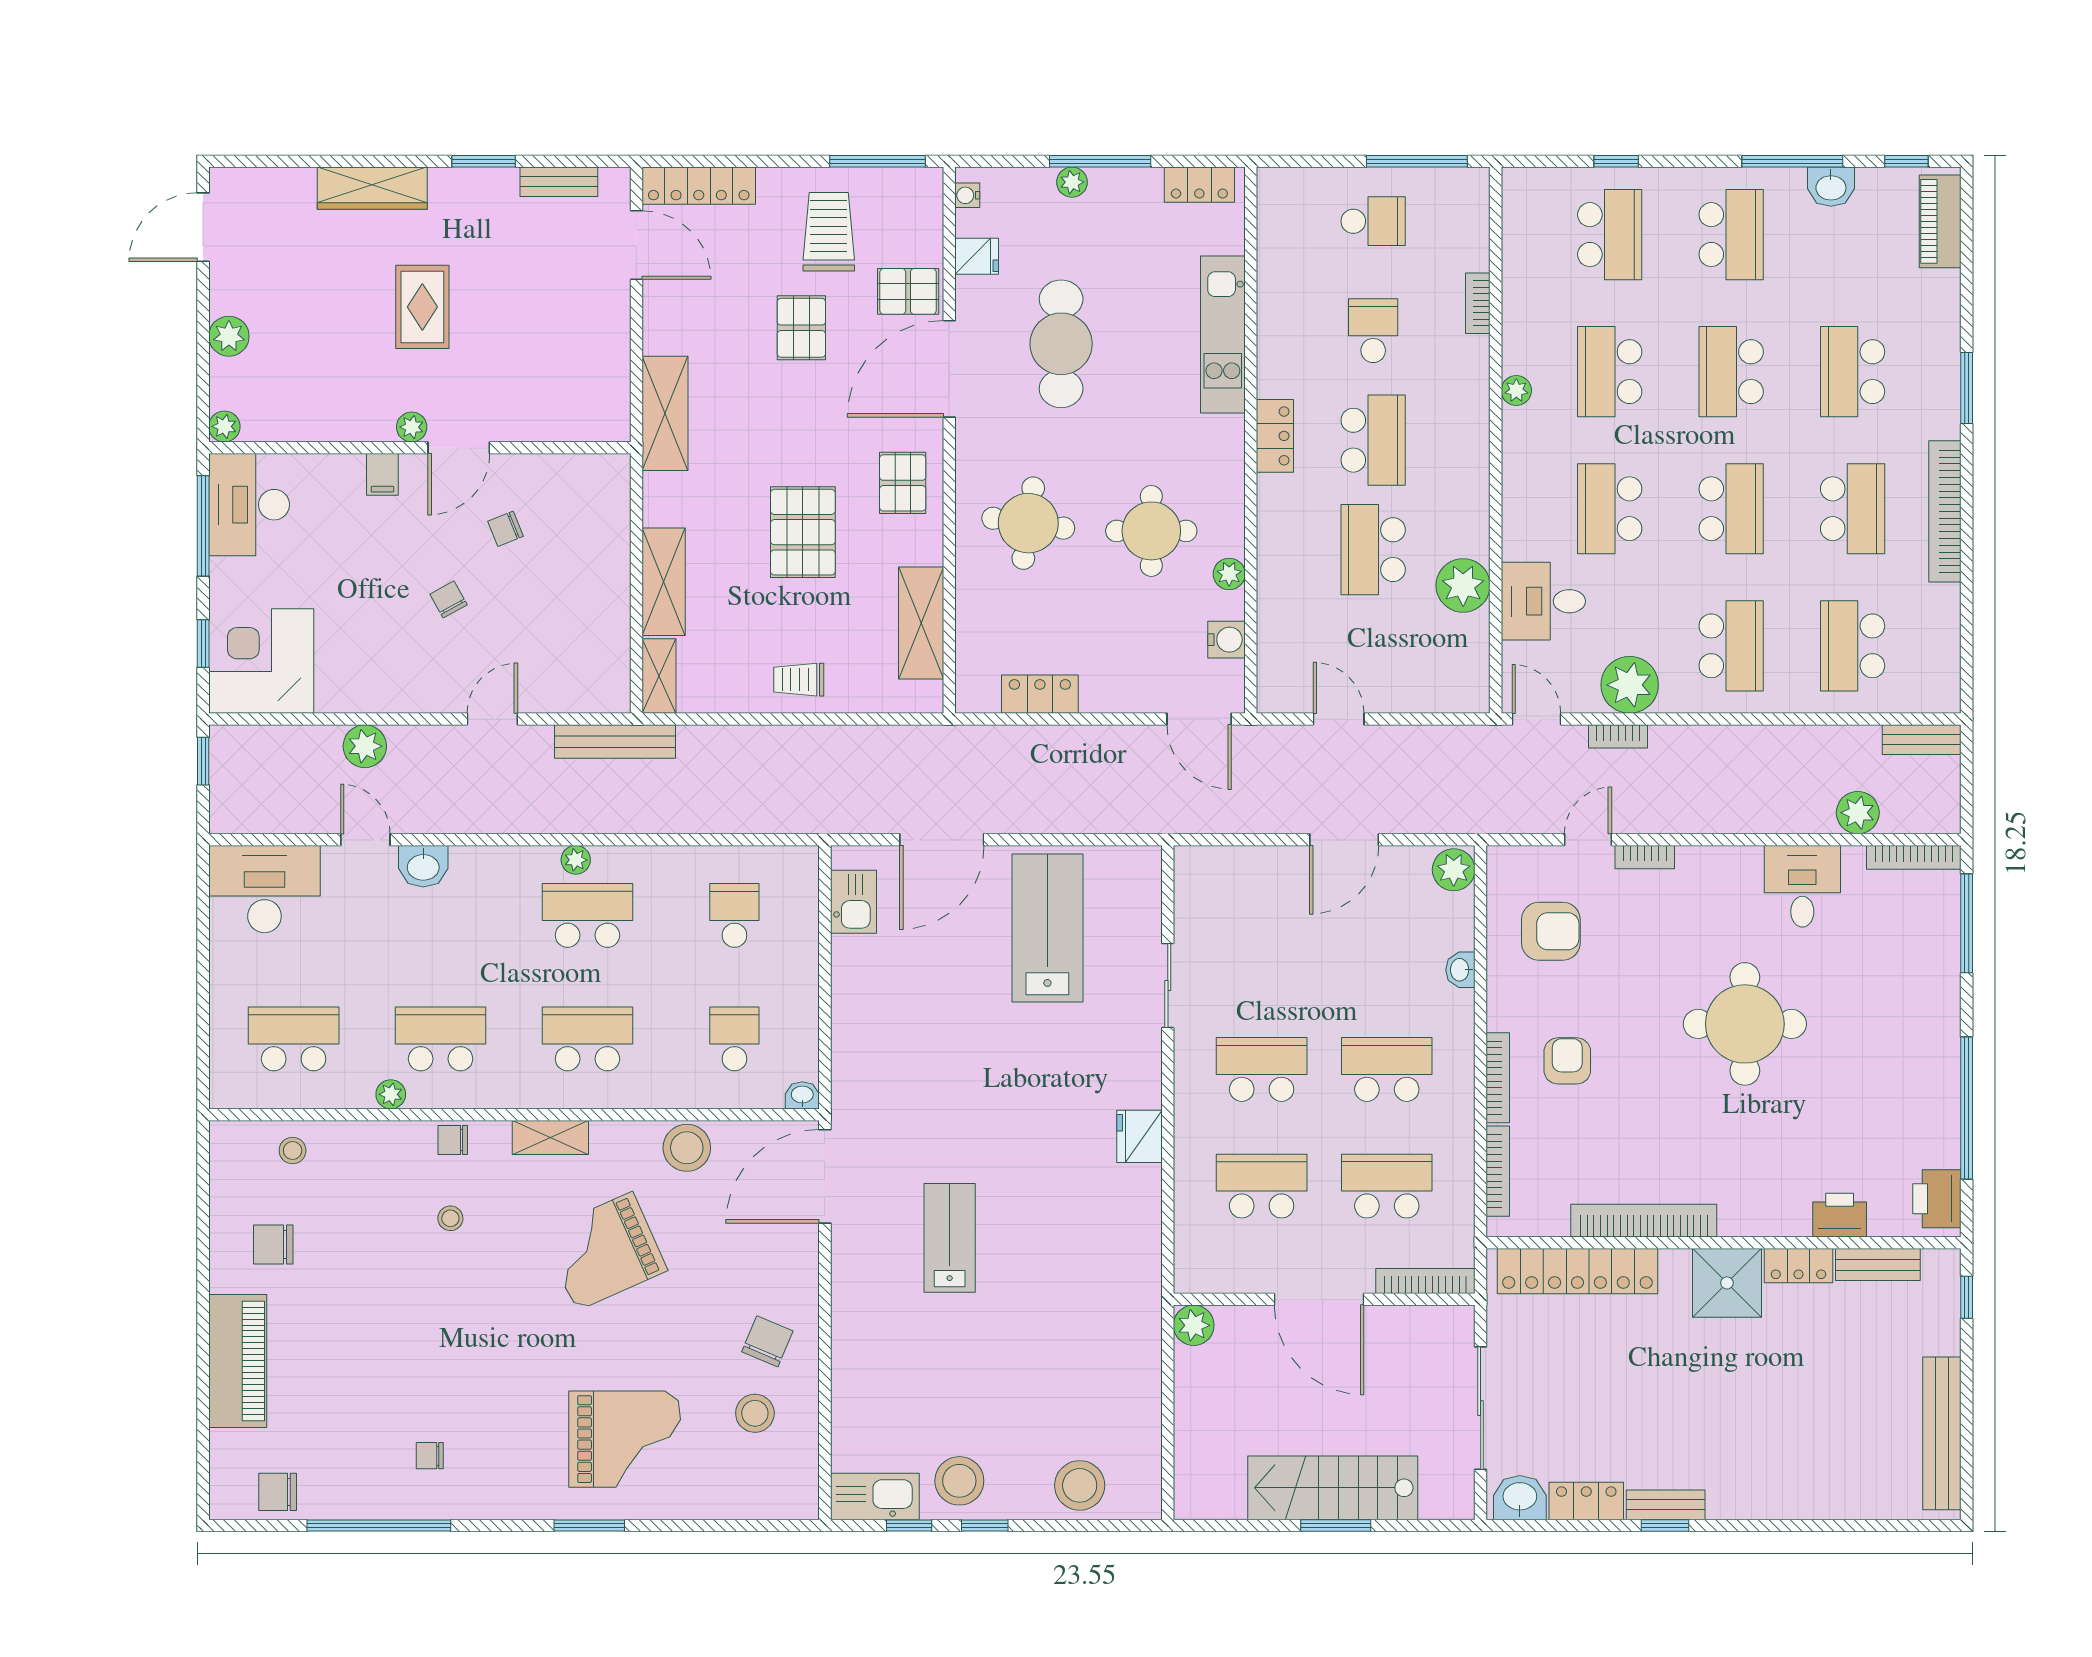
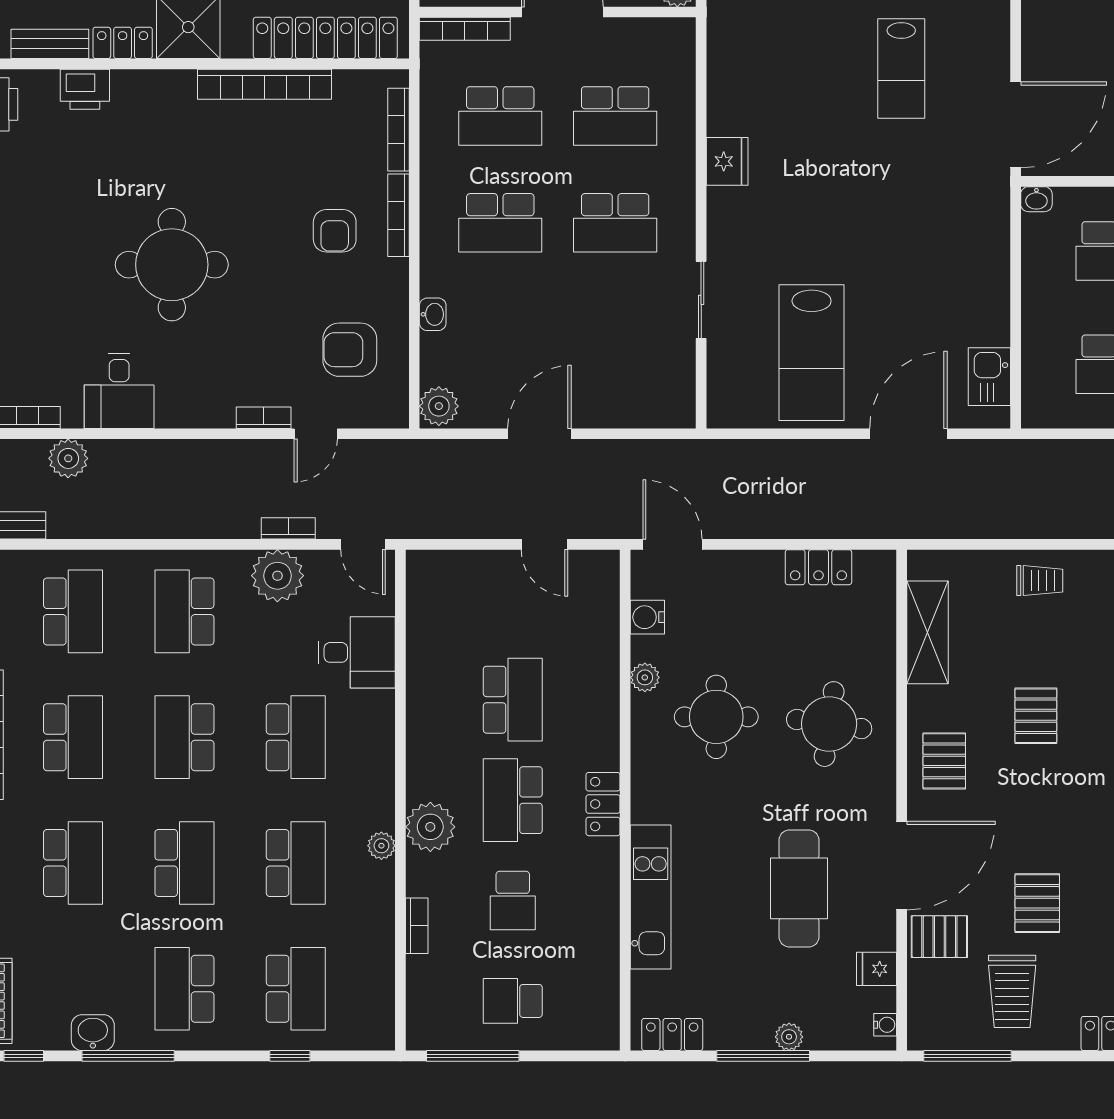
school desk: (1610, 235) -> (296, 989), turned 180
school desk: (1853, 509) -> (73, 737), turned 180
pallet: (803, 532) -> (1036, 716), width x0.67, depth x0.71
plant: (1463, 585) -> (430, 827), moved

